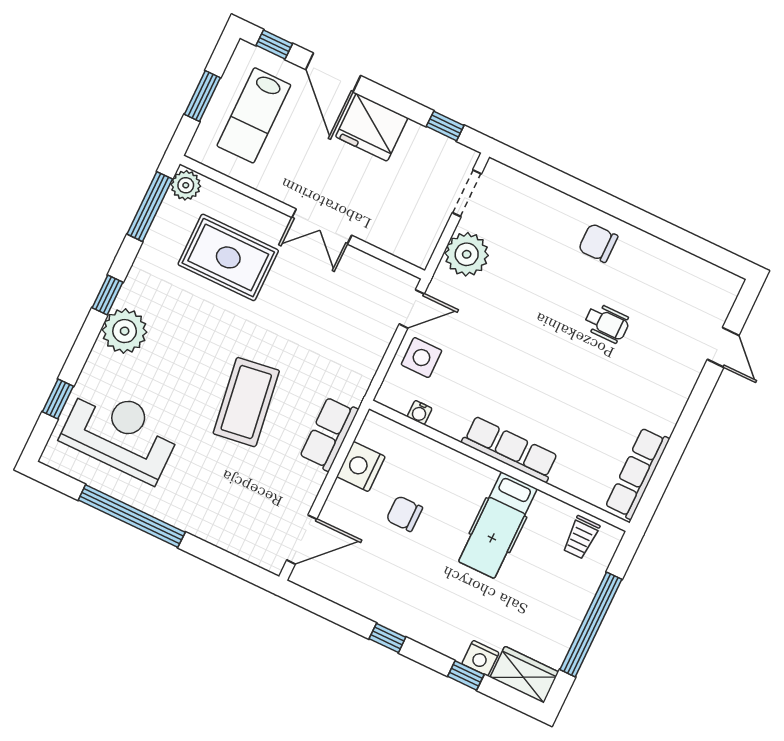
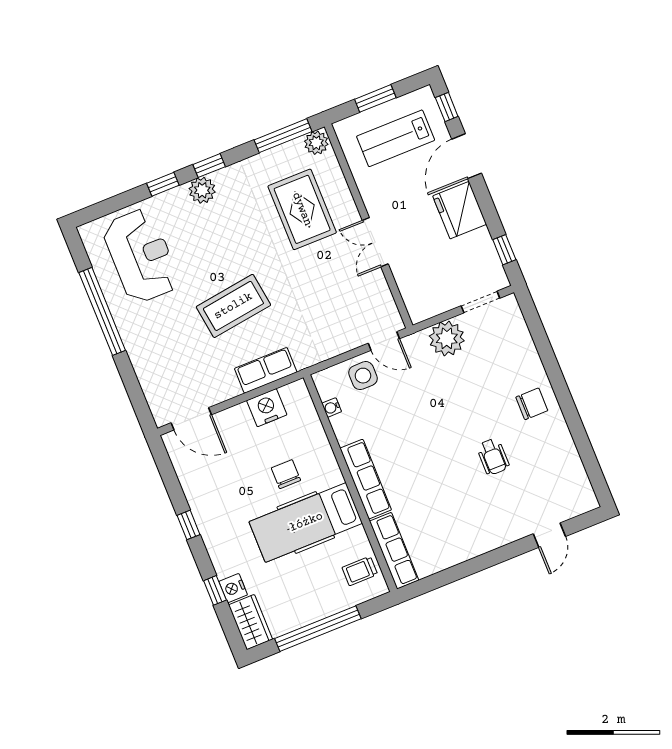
chair: (598, 243) -> (532, 404), turned 90
plant: (125, 331) -> (202, 190), width x0.73, depth x0.73
window: (58, 399) -> (163, 184), moved
row of seats: (637, 473) -> (394, 551), moved, turned 90
chair: (404, 514) -> (286, 474), moved
hospital bed: (498, 525) -> (306, 522), width x1.37, depth x1.29

